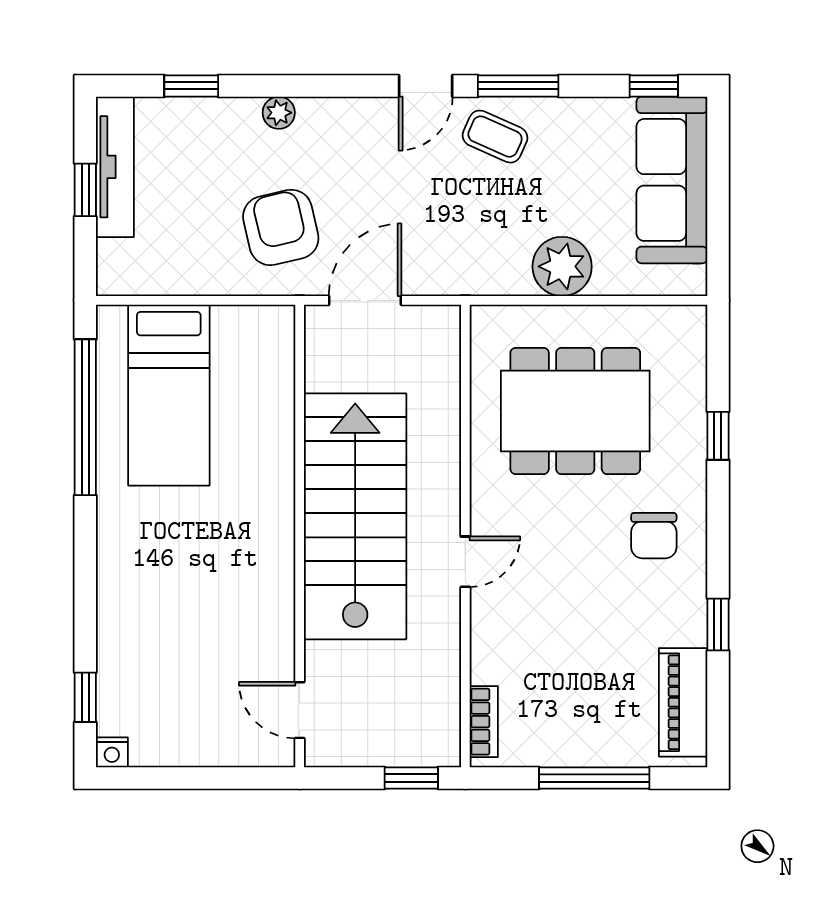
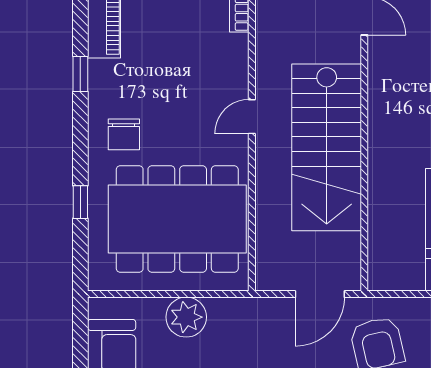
dining table: (575, 411) -> (177, 219), width x1.36, depth x1.24
chair: (654, 536) -> (124, 134), turned 180

